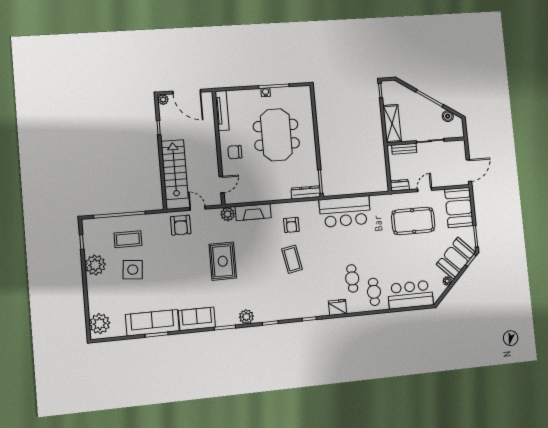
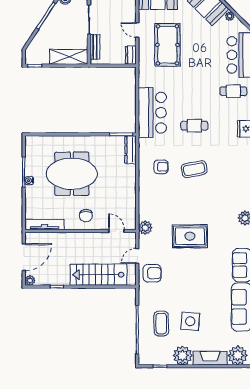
fireplace: (253, 212) -> (210, 358), moved, turned -90
cafe table: (352, 278) -> (194, 126), moved

